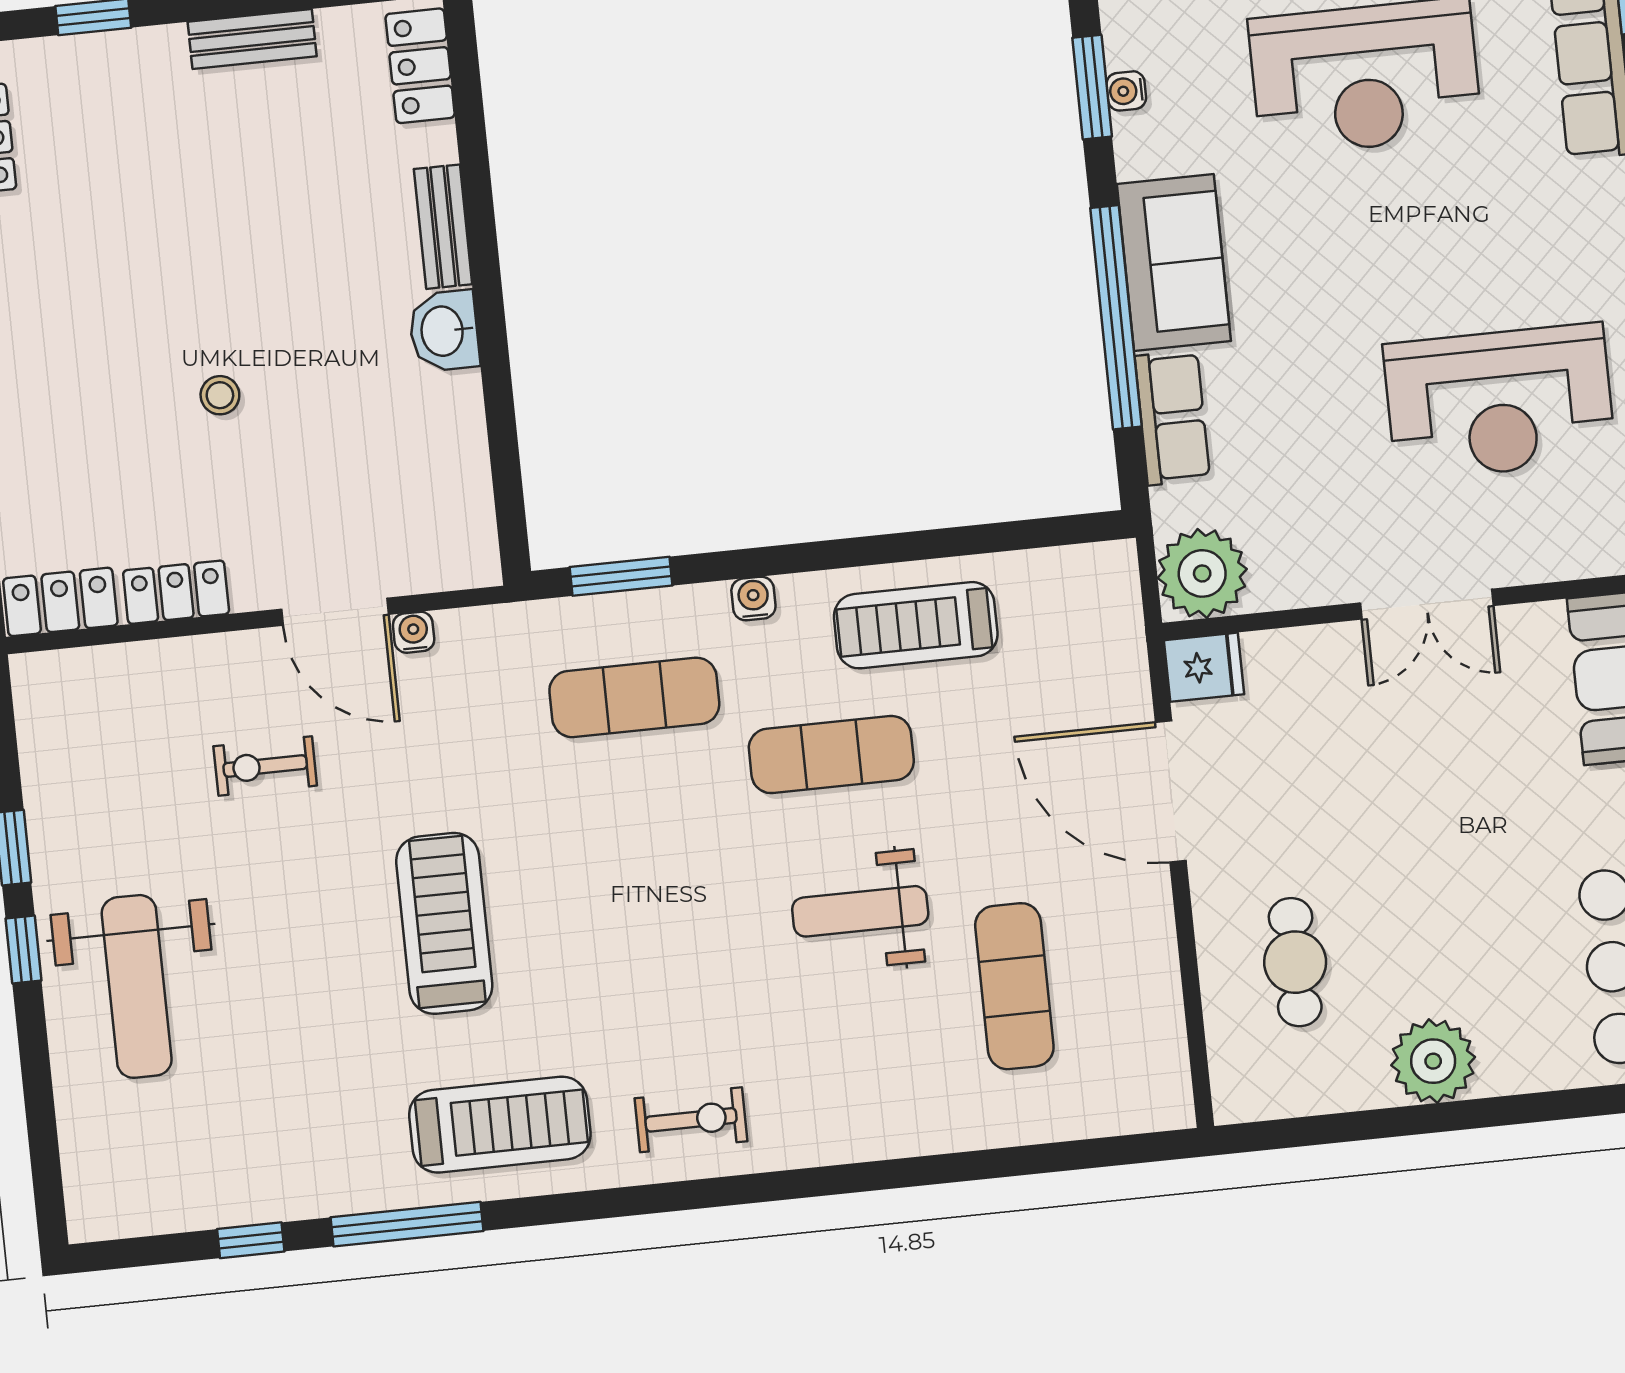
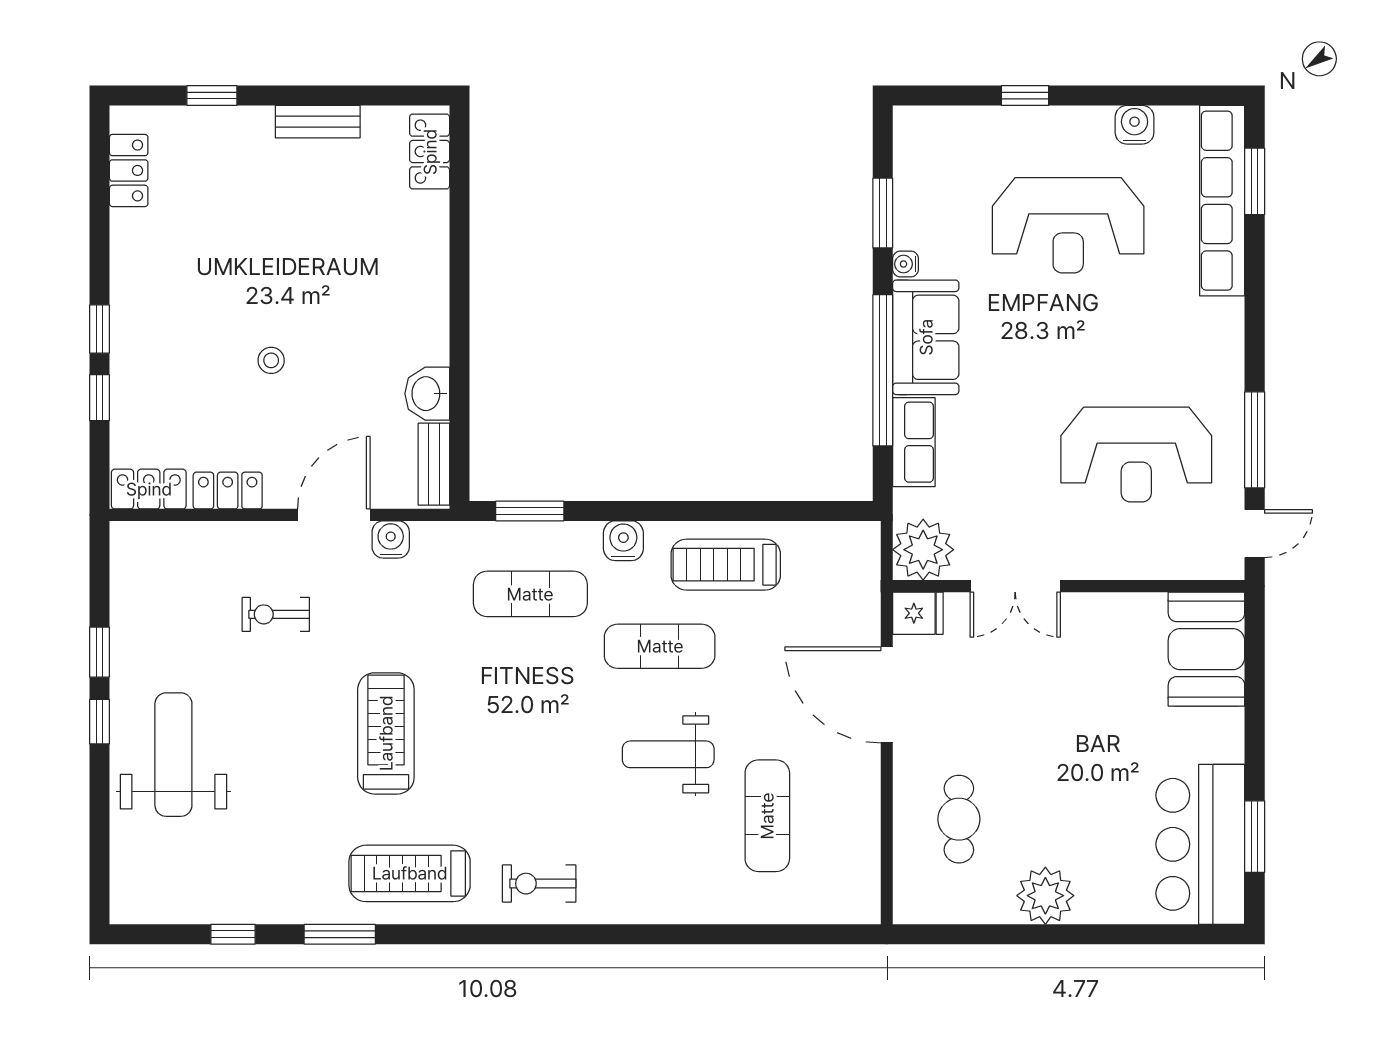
water cooler: (1126, 91) -> (906, 264), moved
bench: (443, 227) -> (434, 464), moved
washbasin: (444, 331) -> (427, 394), moved
water cooler: (753, 598) -> (623, 541), width x1.38, depth x1.38
double door: (1427, 604) -> (1015, 586), moved
door: (335, 612) -> (334, 515), swing flipped
water cooler: (414, 632) -> (391, 539), width x1.38, depth x1.38
weight bench: (137, 986) -> (173, 755), turned 180
exercise bike: (691, 1120) -> (539, 884), turned 180
treadmill: (500, 1125) -> (410, 873), turned 180
window: (407, 1224) -> (340, 934), width x0.69

